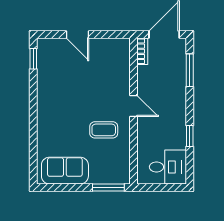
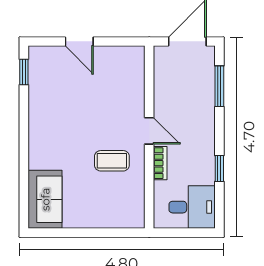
bookcase: (142, 51) -> (160, 163), moved
sofa: (65, 171) -> (45, 199), moved, turned 90
window: (108, 187) -> (118, 233), removed

